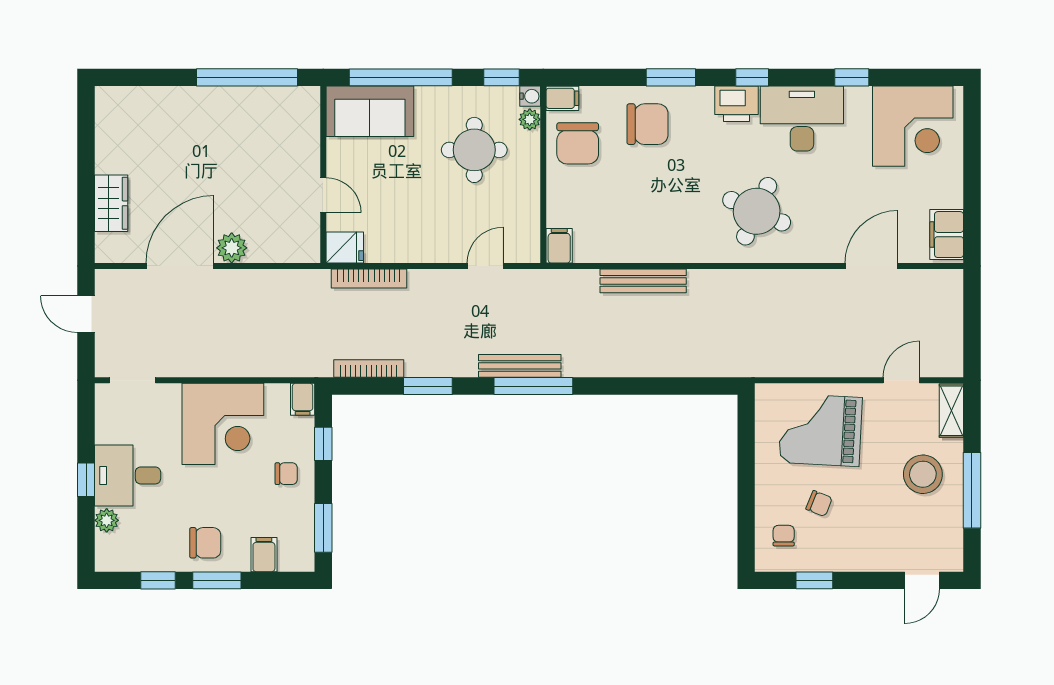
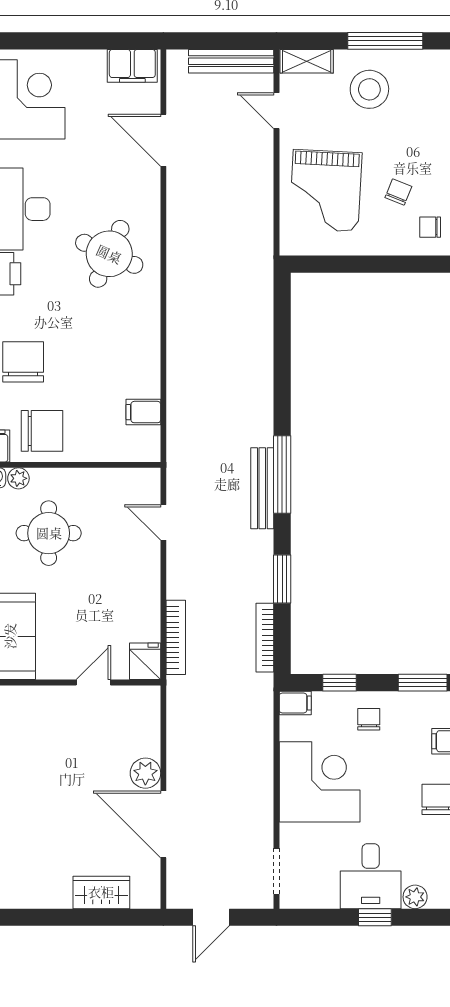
filing cabinet: (559, 246) -> (143, 412), moved
bench: (643, 281) -> (231, 61), moved, turned 90

